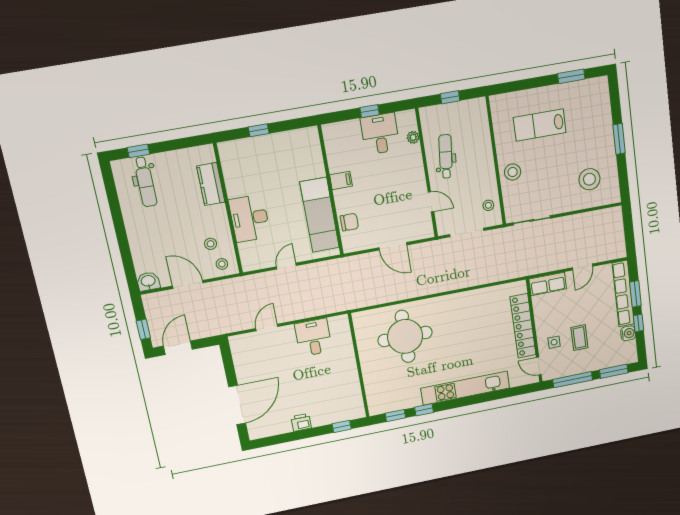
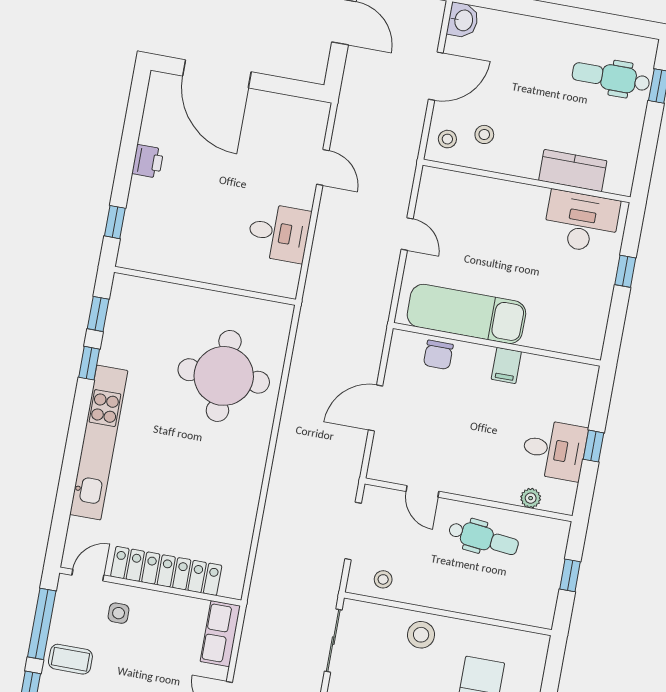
door: (431, 202) -> (422, 491), hinge flipped
desk: (250, 218) -> (582, 222), moved
coffee table: (579, 338) -> (70, 659), moved

